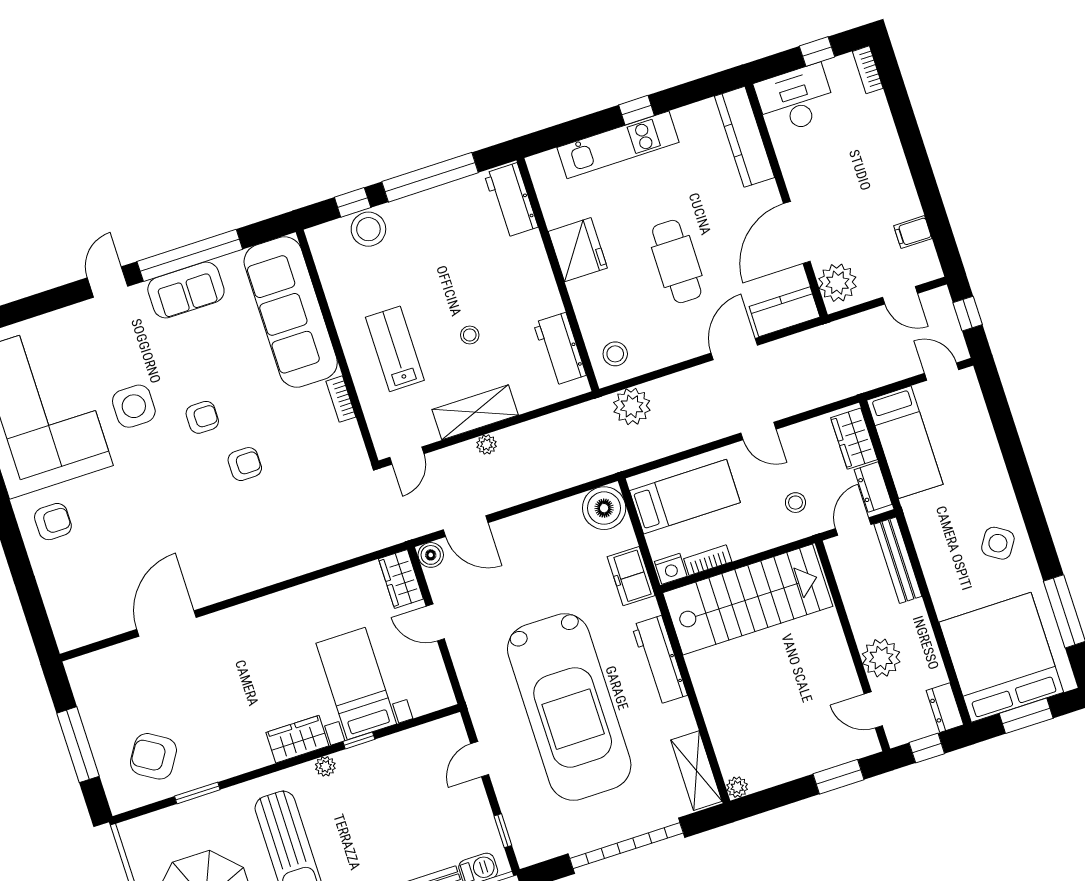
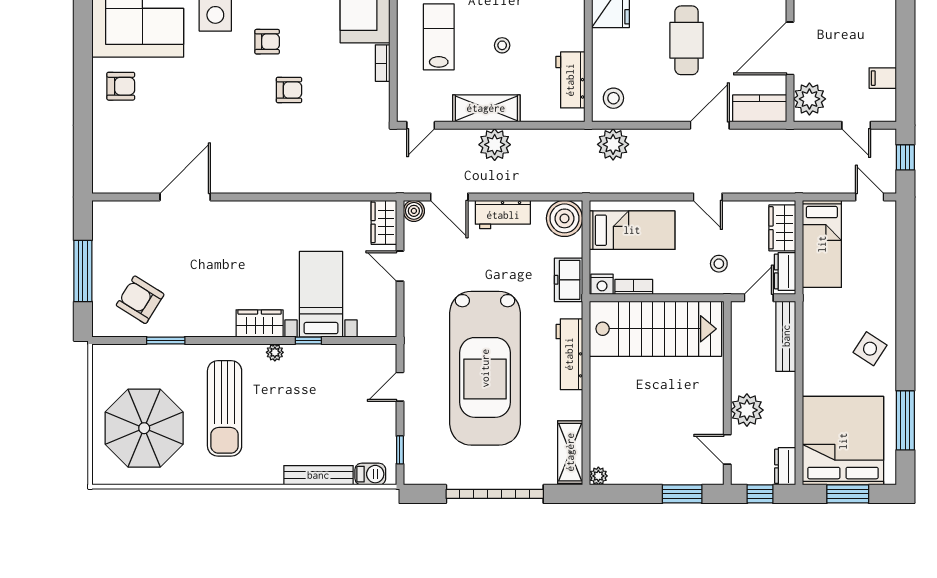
plant: (487, 445) -> (495, 145), width x1.88, depth x1.88
workbench: (533, 526) -> (503, 215), added

